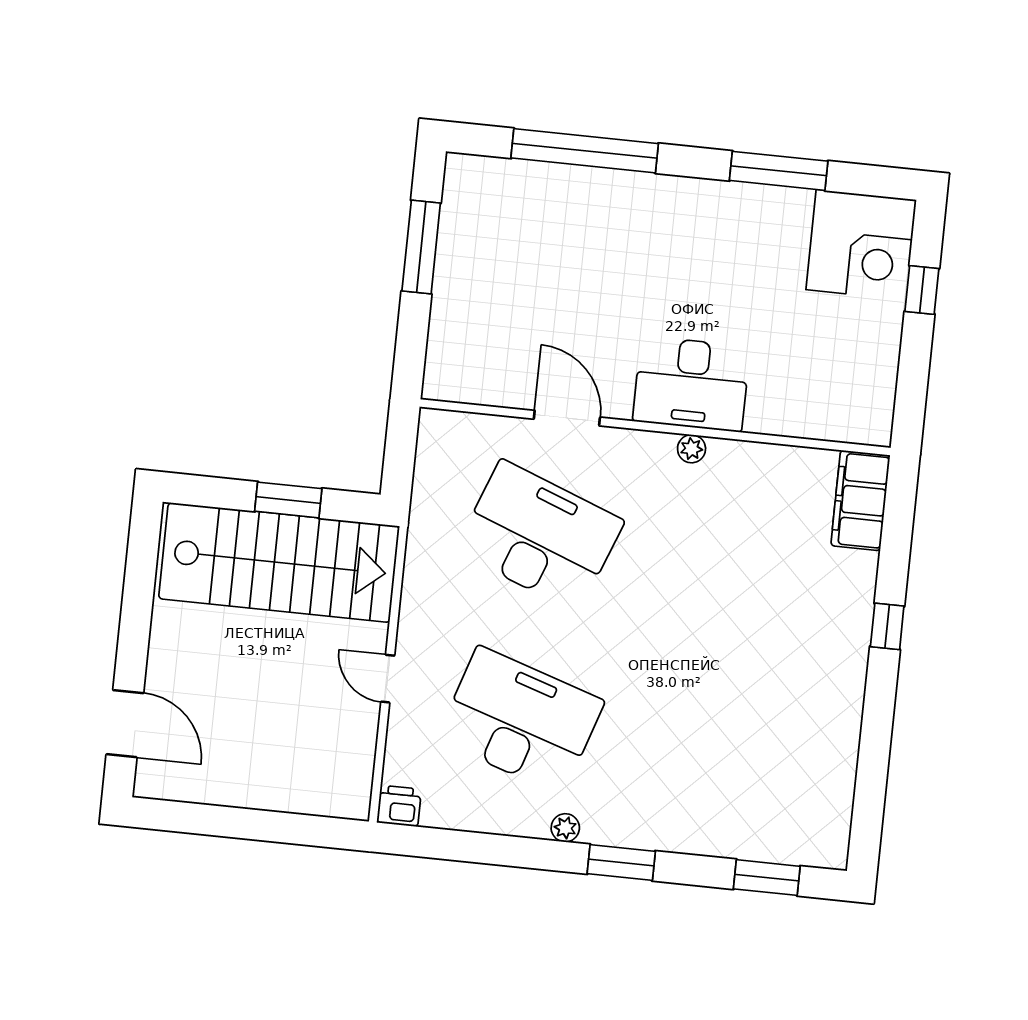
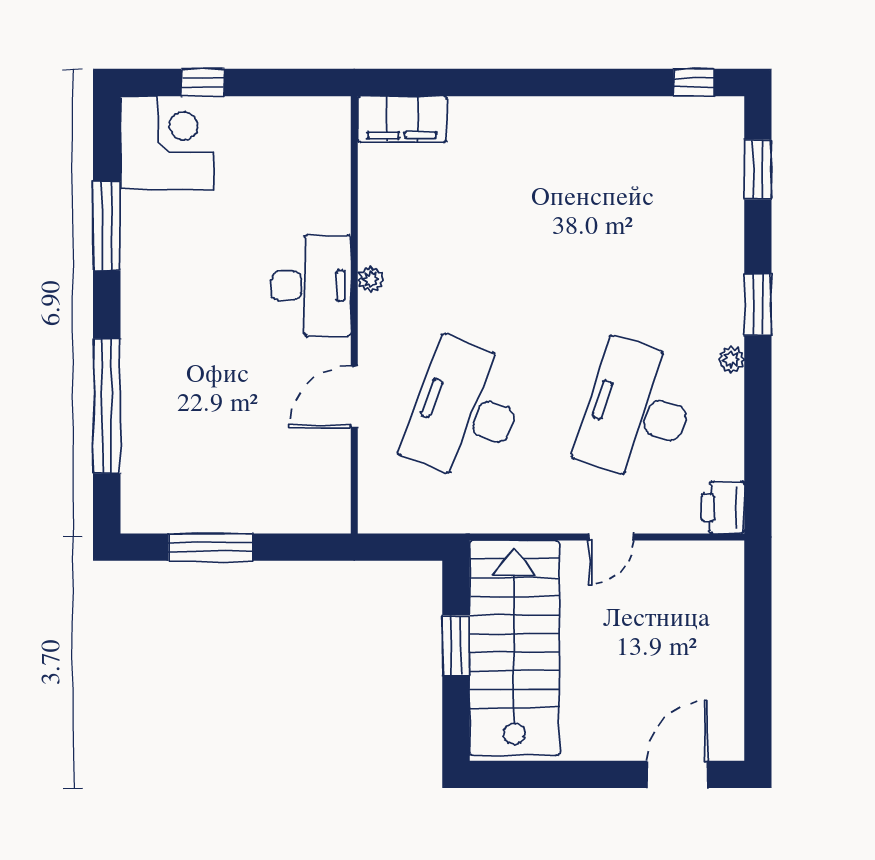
window: (887, 626) -> (694, 83), moved
printer: (399, 806) -> (723, 507), width x1.36, depth x1.24

